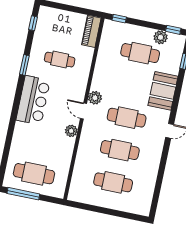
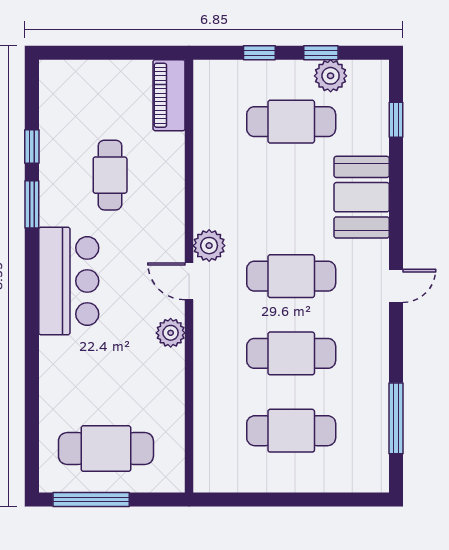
window: (119, 19) -> (259, 53), moved
window: (33, 23) -> (32, 146), moved
window: (173, 30) -> (321, 53), moved
cafe table: (60, 60) -> (110, 175), turned 90
window: (158, 186) -> (396, 418), added

